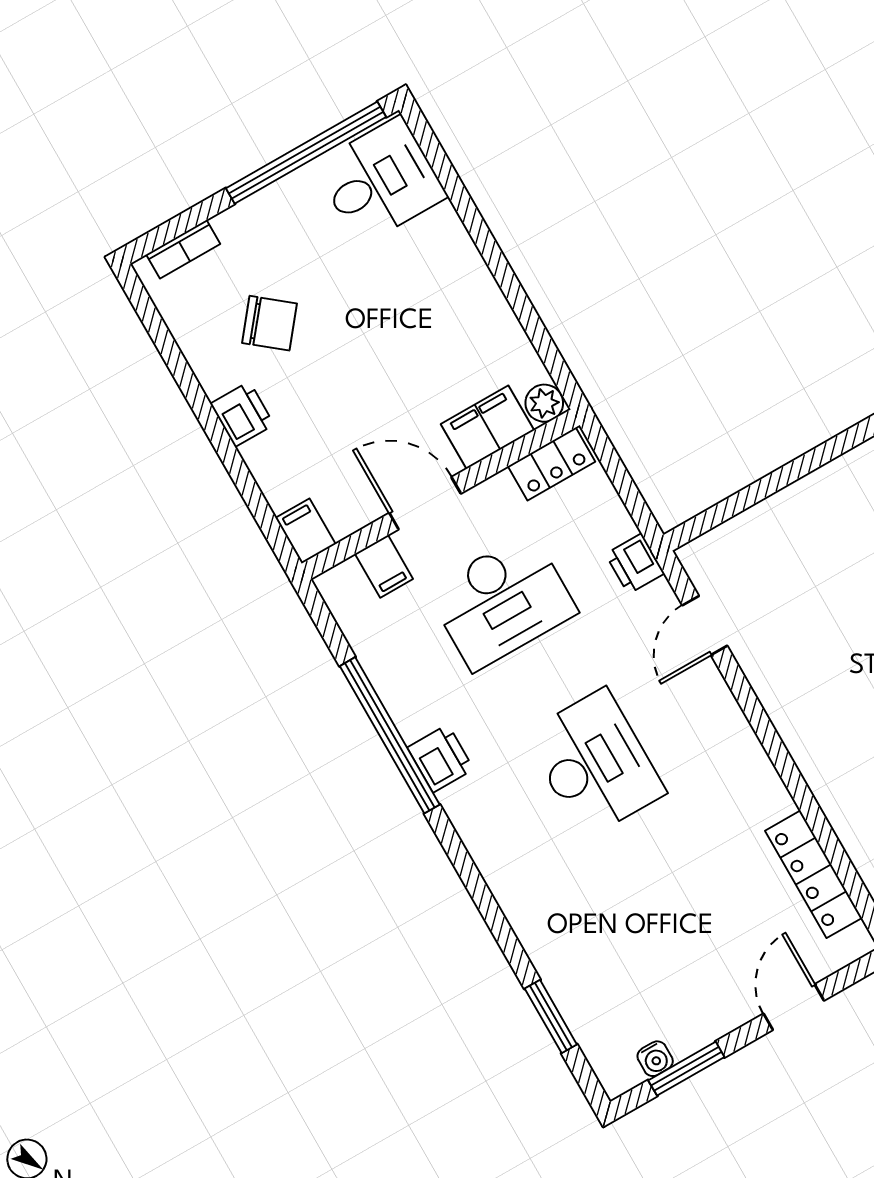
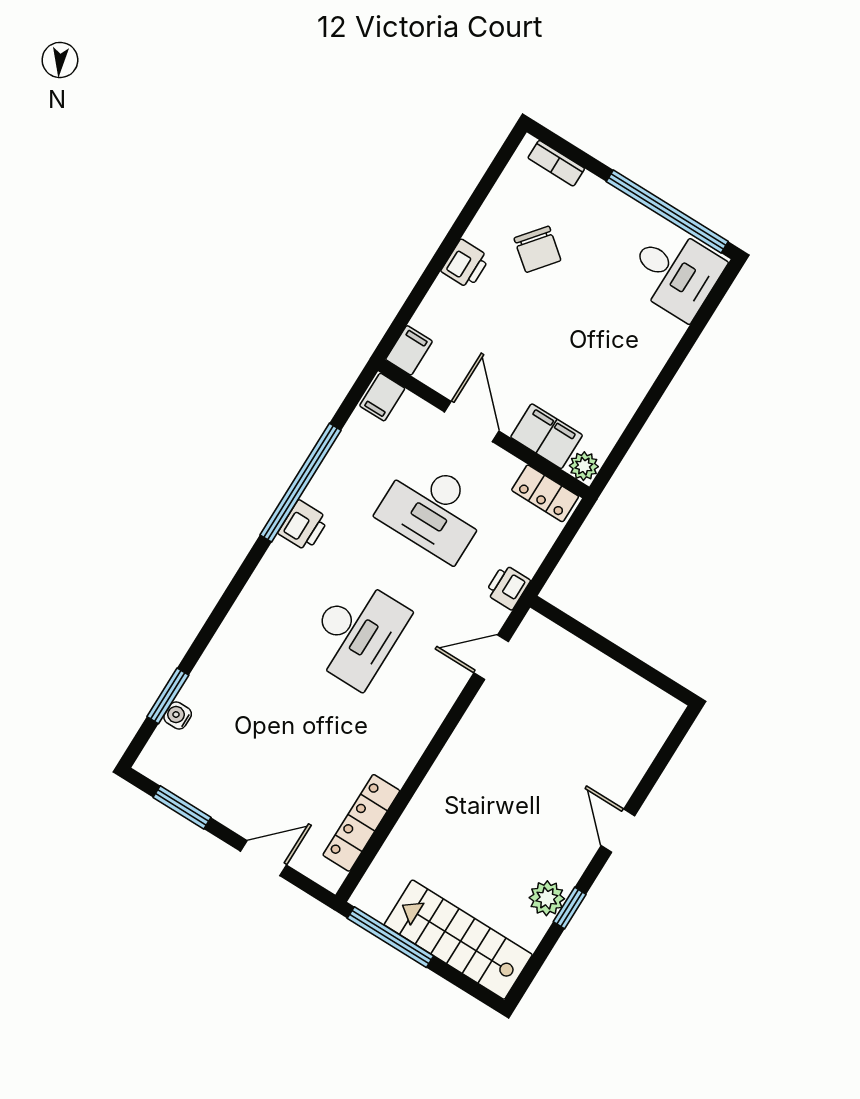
filing cabinet: (384, 566) -> (382, 397), moved
water cooler: (655, 1059) -> (178, 716), moved, turned 90

